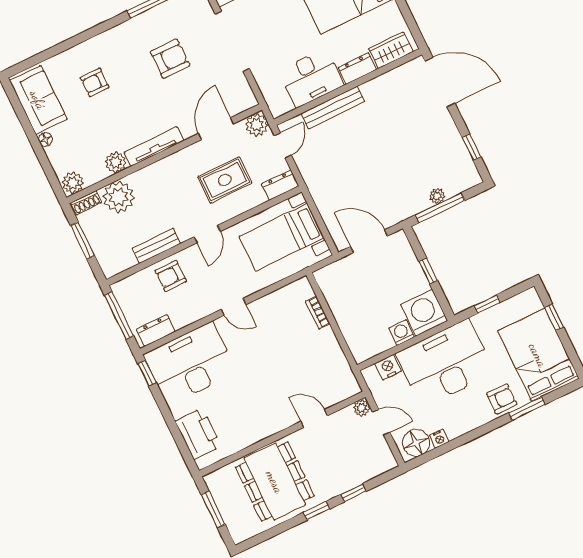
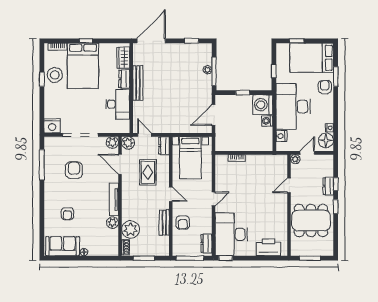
bench: (333, 107) -> (138, 83), moved
plant: (73, 183) -> (112, 143), moved
dresser: (344, 483) -> (328, 186), added

